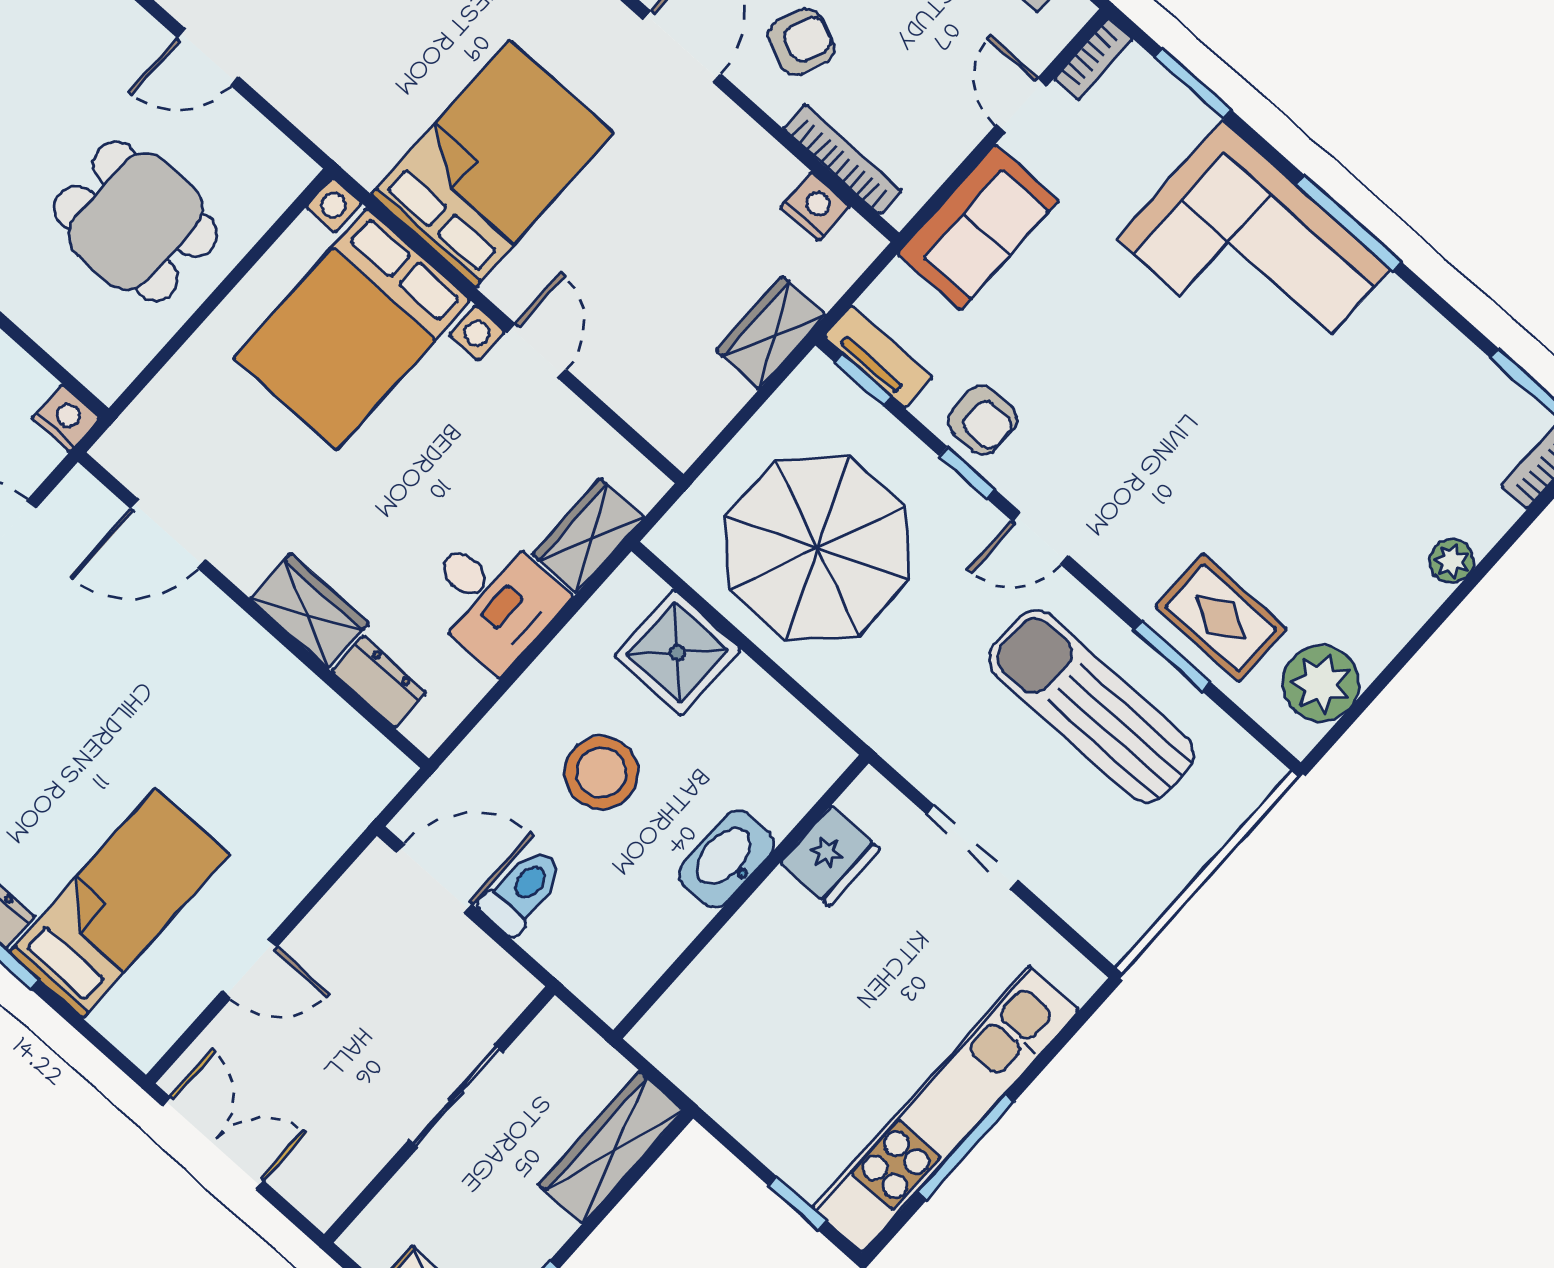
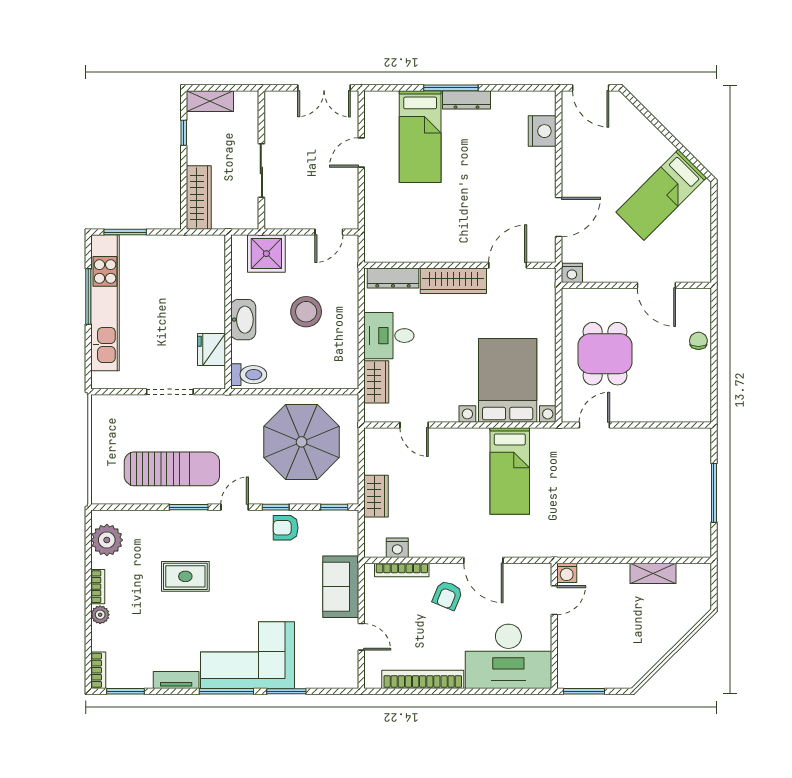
door: (208, 57) -> (594, 425), moved
bookcase: (1094, 59) -> (98, 587), moved, turned 180
window: (1193, 84) -> (286, 691), moved
bed: (493, 164) -> (510, 471), width x0.67
dining table: (136, 221) -> (605, 354), turned 90
door: (537, 351) -> (414, 425), moved
tv unit: (878, 357) -> (176, 680), moved, turned 180
wardrobe: (309, 611) -> (453, 281), width x1.50
rug: (1221, 618) -> (185, 576), moved
shower: (677, 653) -> (266, 254), moved
window: (1172, 656) -> (189, 507), moved
dresser: (379, 682) -> (393, 278), width x1.44
door: (434, 878) -> (329, 232), width x0.73
toilet: (522, 891) -> (249, 375), moved, turned -90
window: (797, 1203) -> (125, 232), width x1.50

